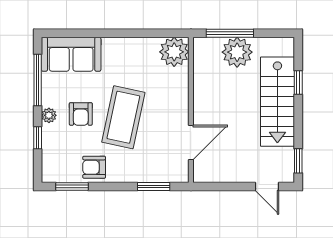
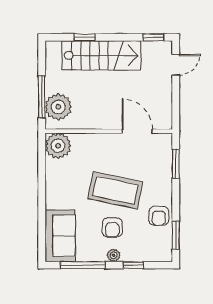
plant: (237, 52) -> (58, 107), moved
armchair: (81, 114) -> (112, 227), turned 90

